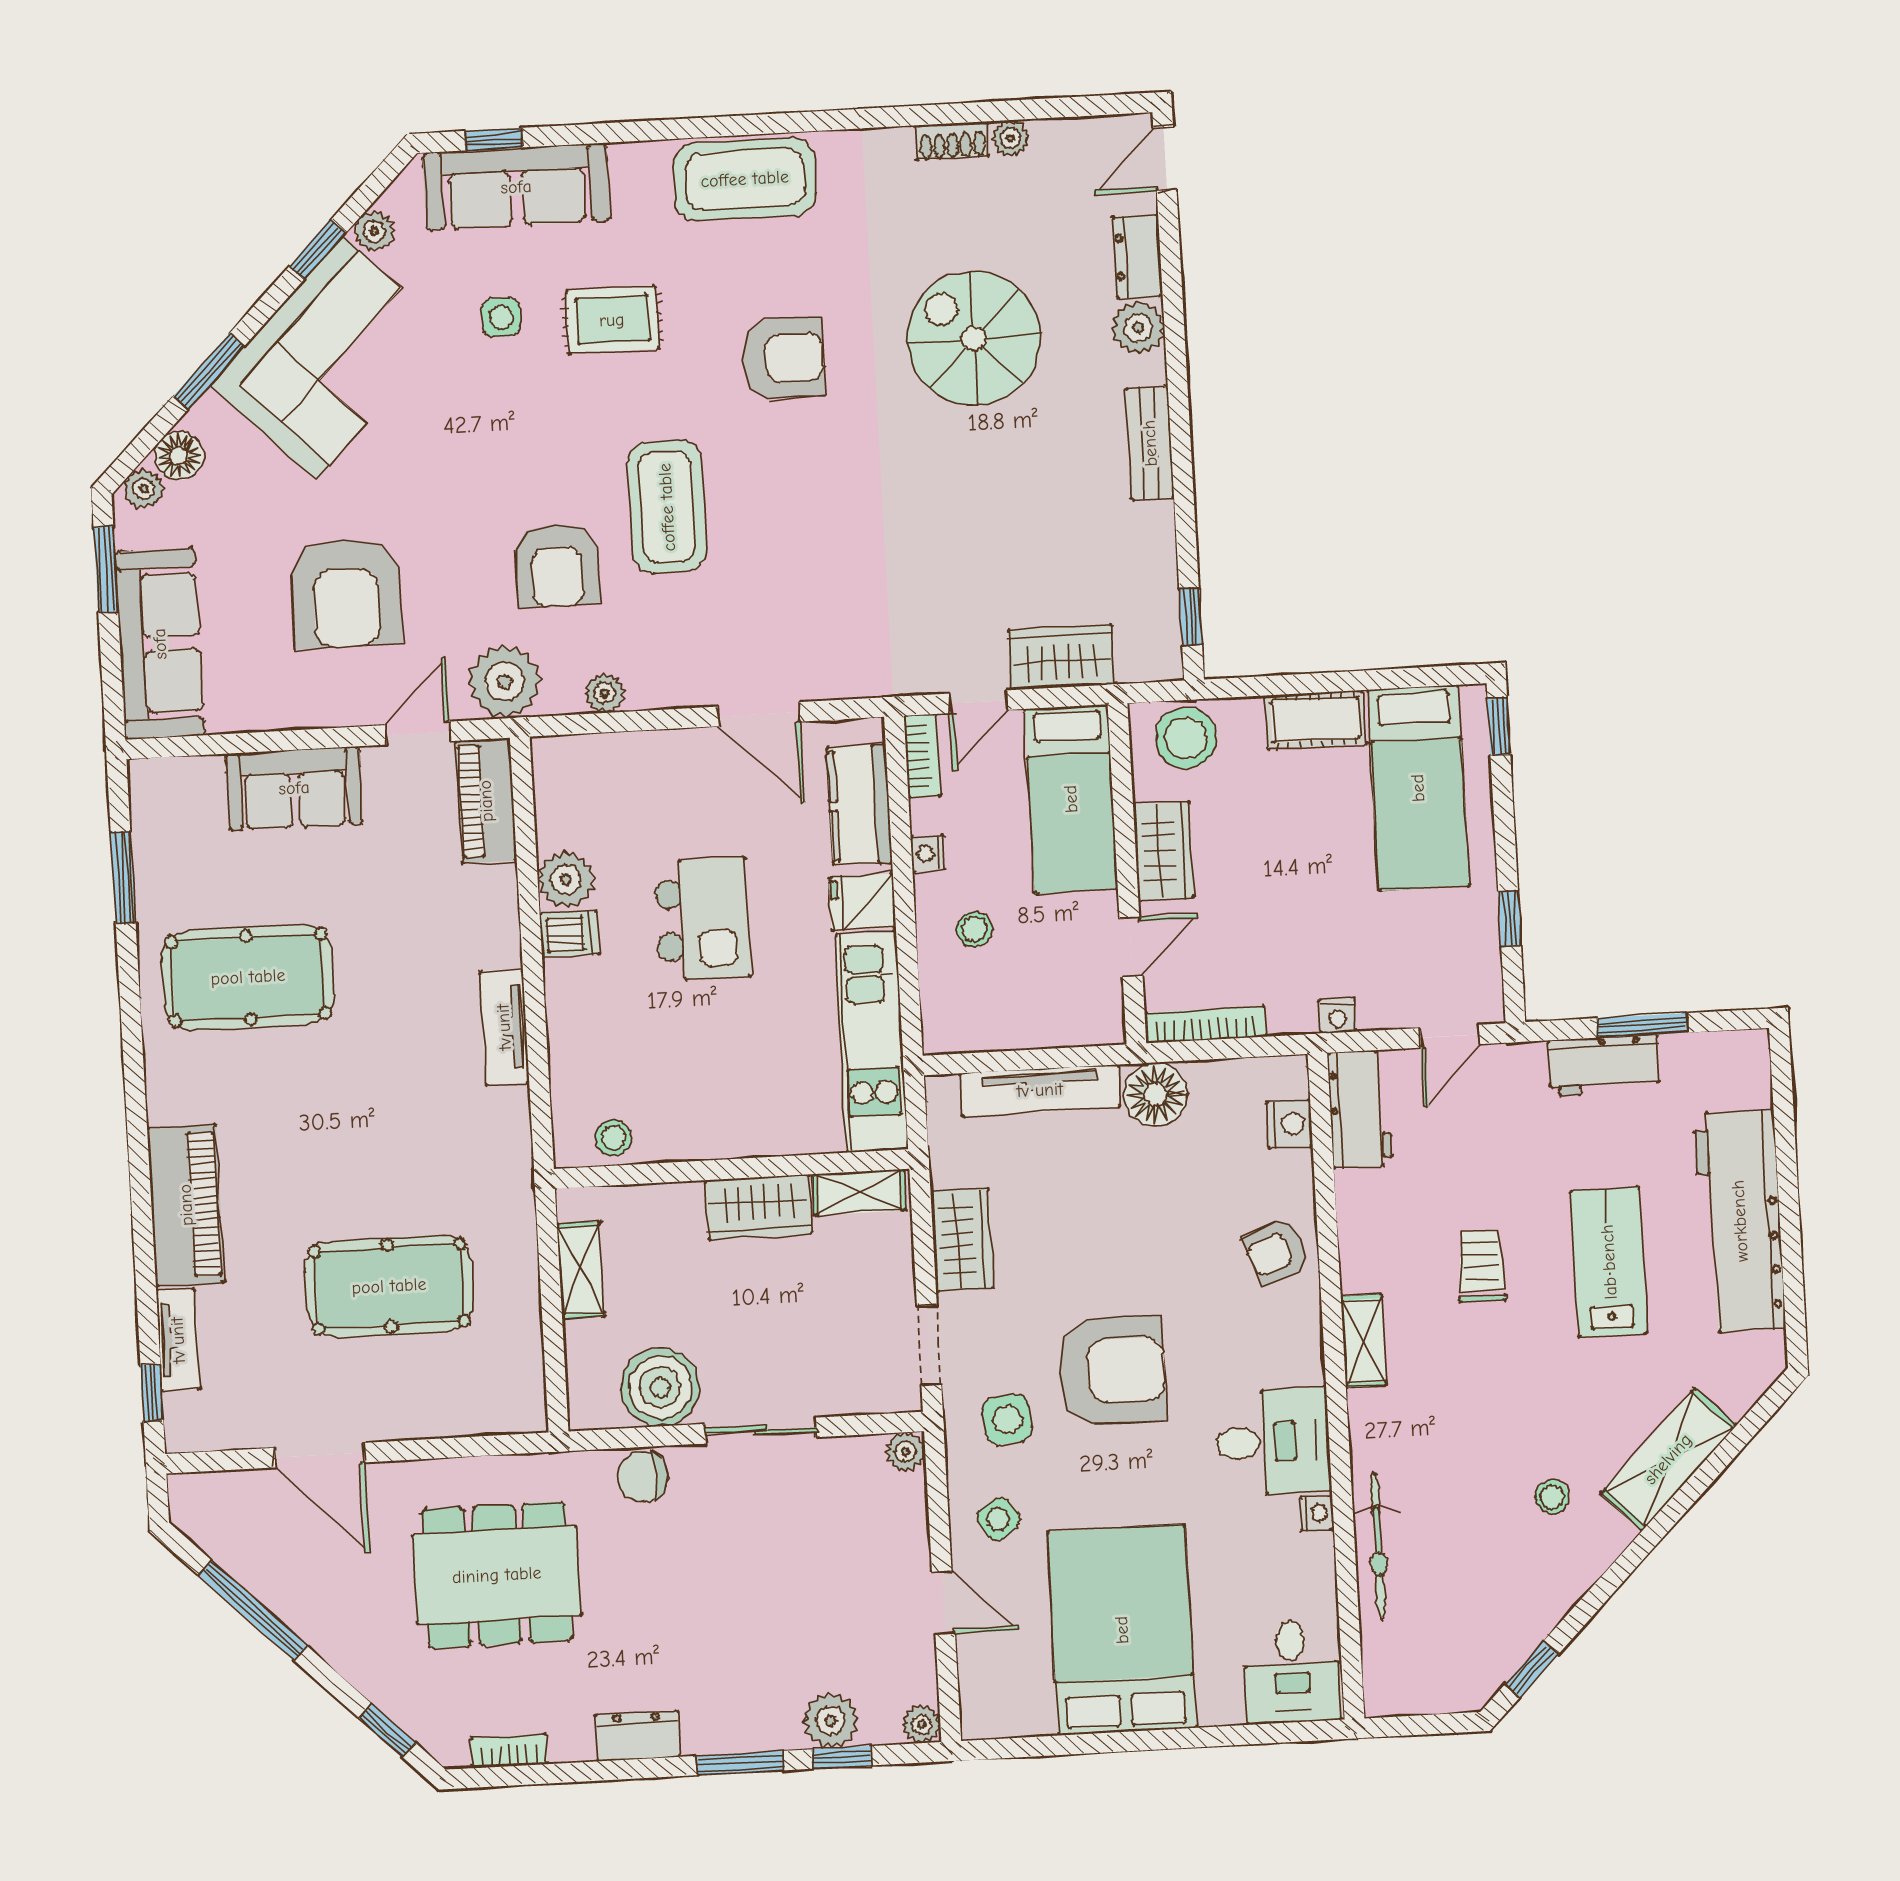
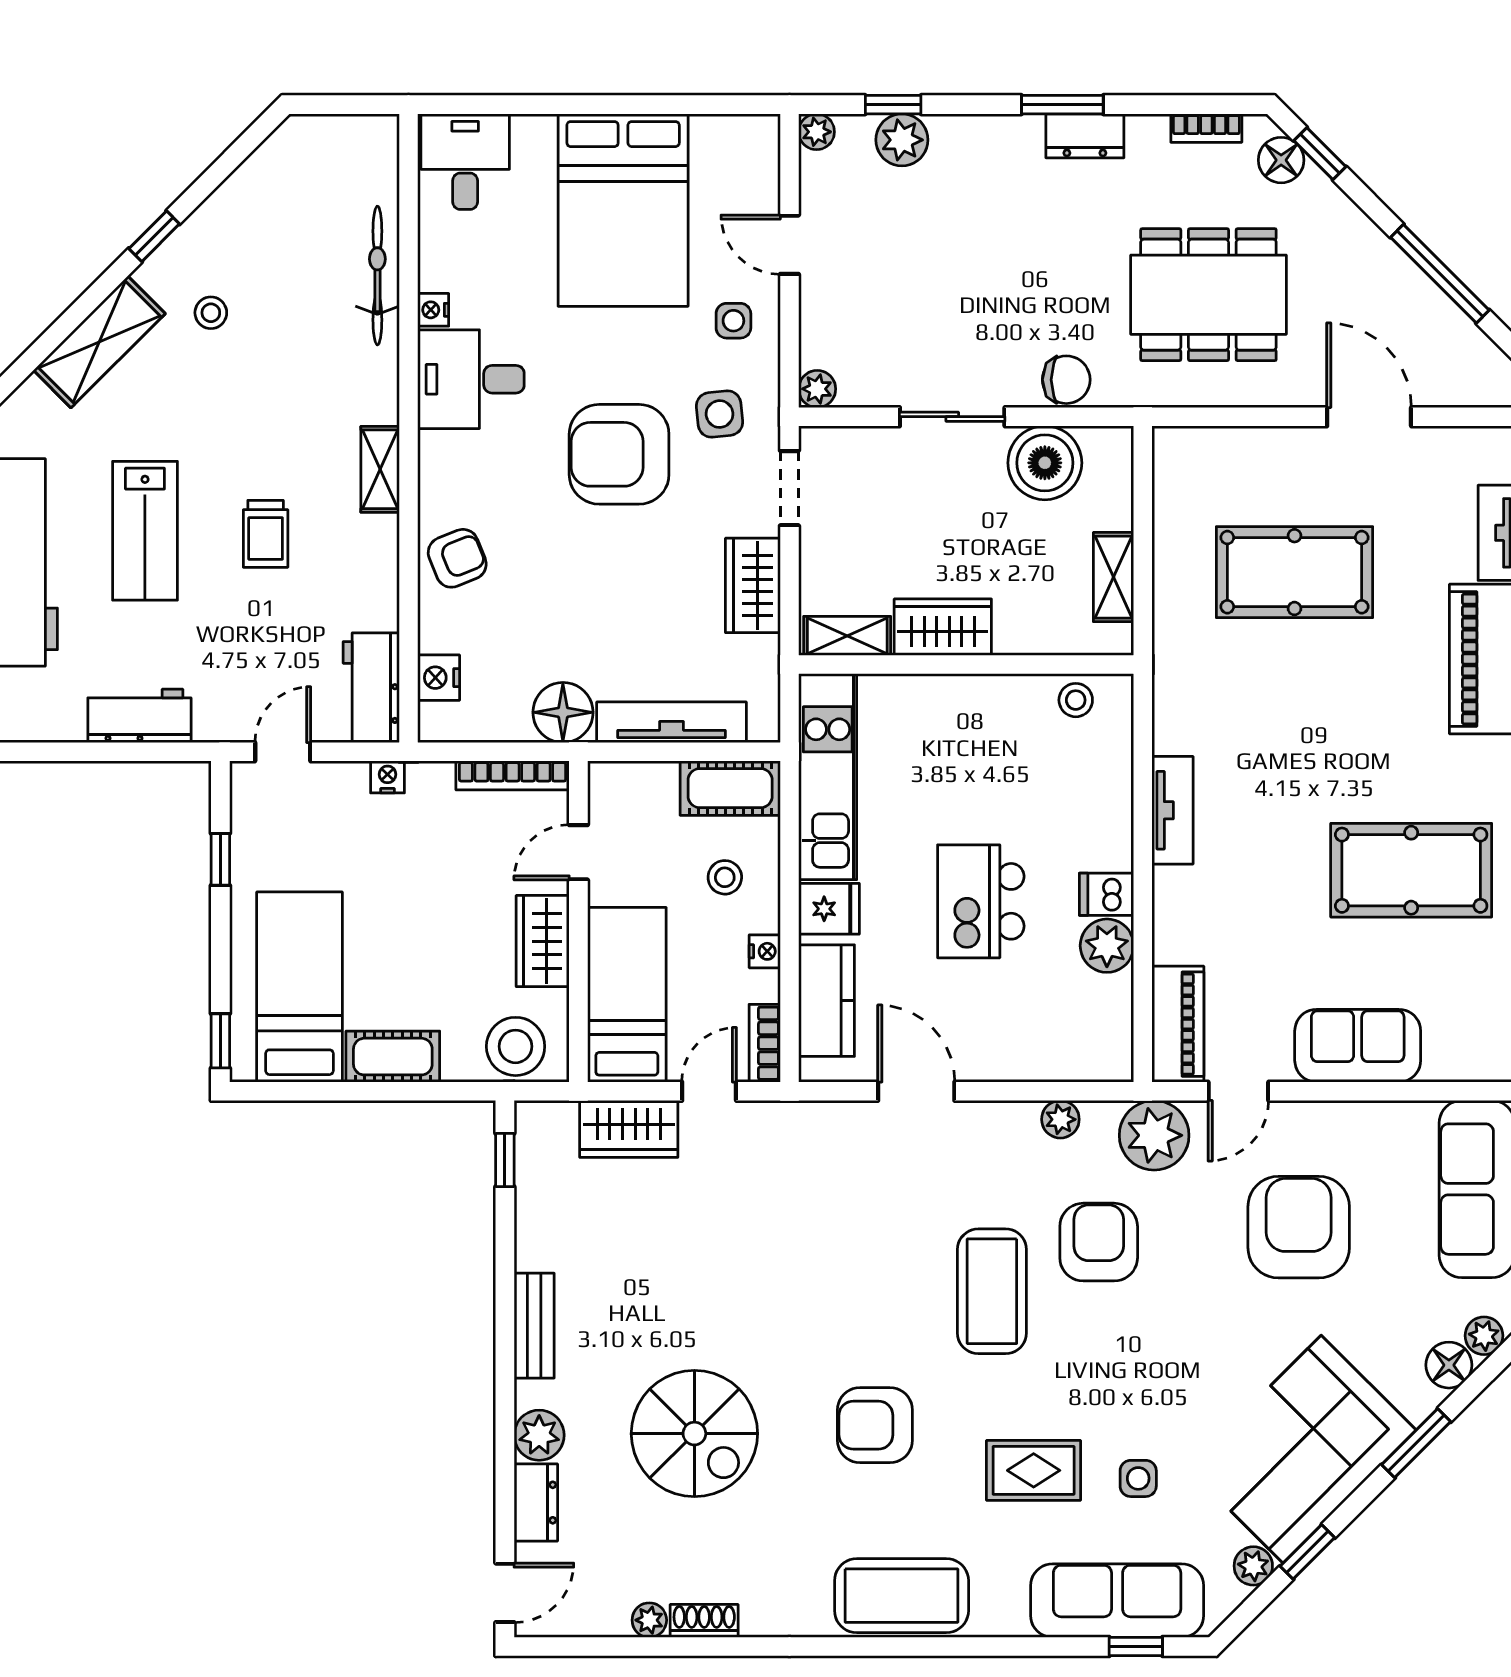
cot: (974, 1024) -> (730, 788), added
window: (1642, 1025) -> (101, 752), removed
side table: (998, 1519) -> (733, 321), turned 34
window: (1532, 1669) -> (154, 236), moved
floor lamp: (428, 1722) -> (1281, 160), added
window: (740, 1763) -> (1062, 105), moved

